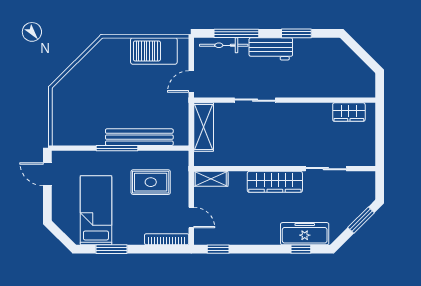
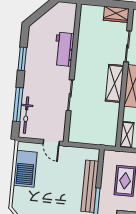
workbench: (271, 49) -> (64, 49), moved, turned 180
wardrobe: (349, 112) -> (116, 14), moved, turned 90
shelving: (204, 127) -> (115, 83), moved, turned 90

